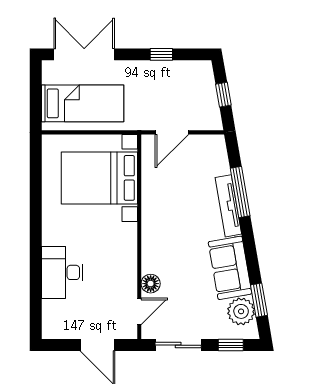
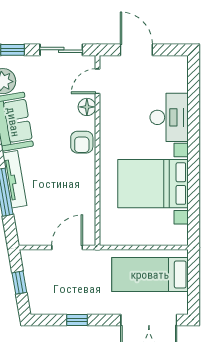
bed with nightstands: (99, 178) -> (153, 184), moved, turned 180
armchair: (156, 246) -> (82, 142), added

